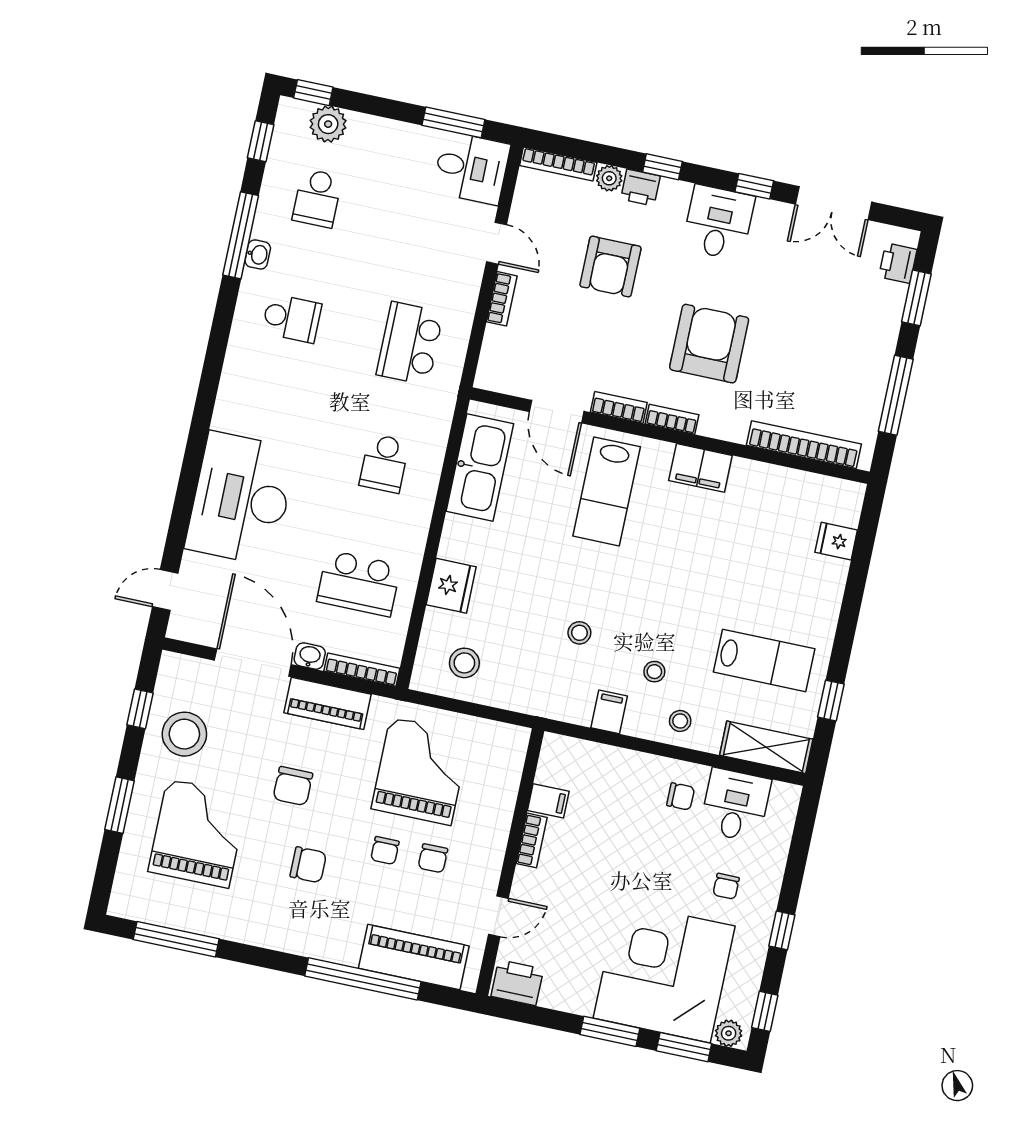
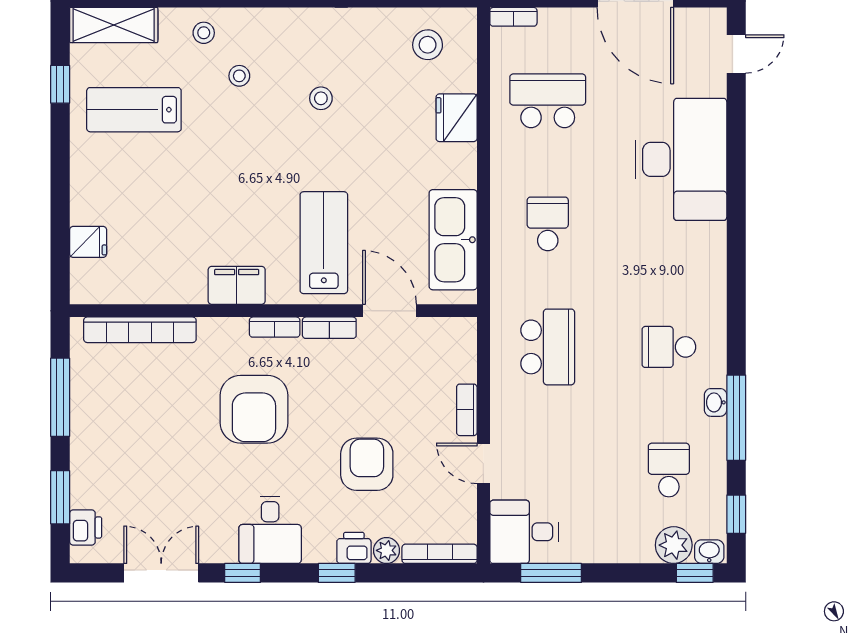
washbasin: (310, 656) -> (709, 552), moved, turned 180
bookcase: (362, 670) -> (513, 17), width x0.64
filing cabinet: (609, 712) -> (275, 27), removed

